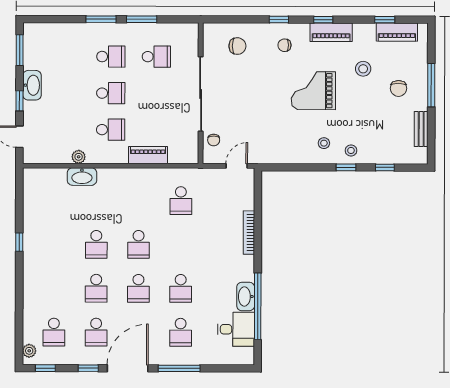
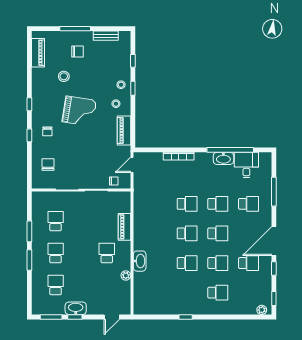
window: (385, 20) -> (29, 61), removed
piano: (331, 32) -> (124, 130), moved, turned 180
grand piano: (313, 91) -> (79, 111), turned -81
school desk: (111, 93) -> (56, 285), moved
window: (20, 101) -> (75, 317), moved
door: (237, 166) -> (132, 165), hinge flipped
washbasin: (82, 177) -> (140, 261), moved
school desk: (181, 201) -> (187, 204), moved
school desk: (54, 332) -> (218, 293), moved
door: (128, 368) -> (274, 241), hinge flipped
window: (179, 368) -> (274, 192), moved

